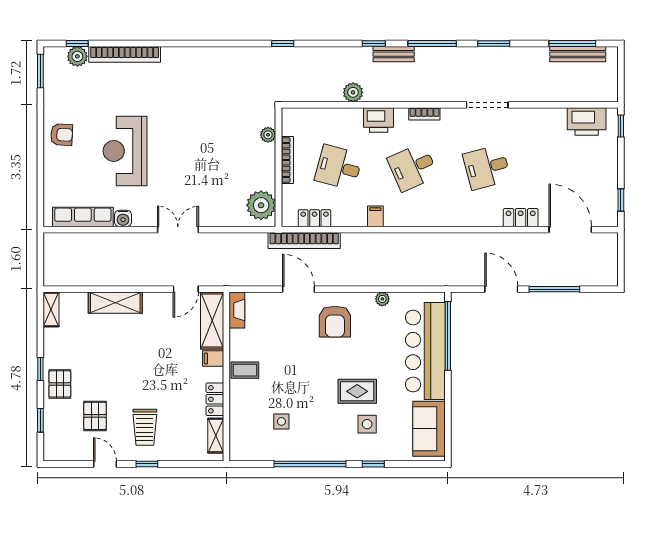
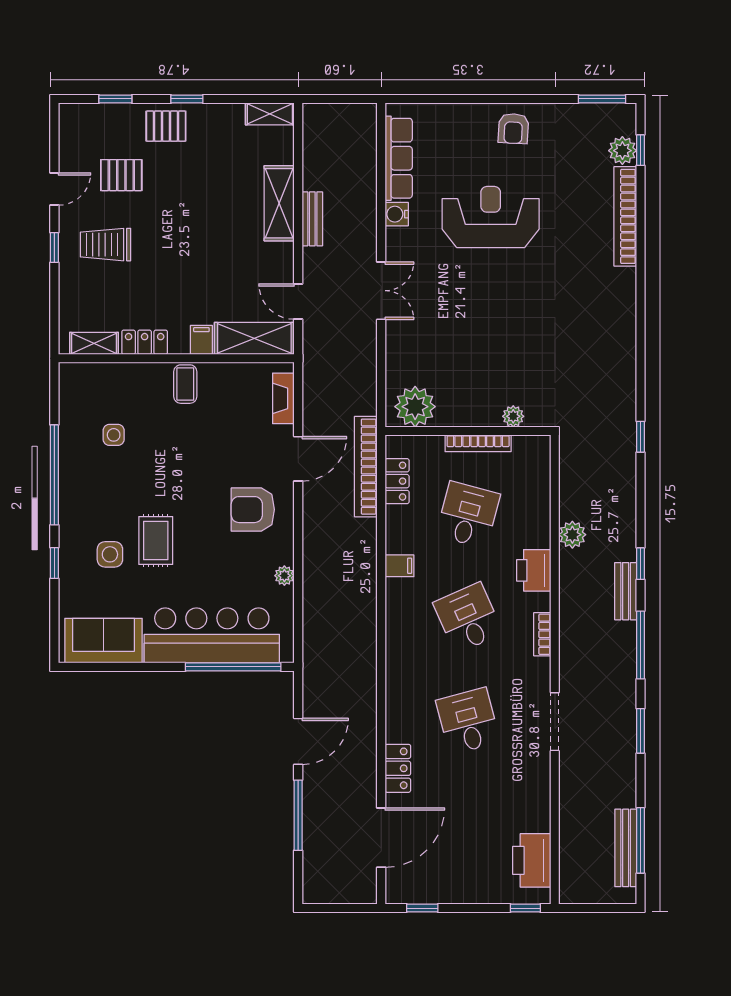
bench: (126, 279) -> (312, 219), added
fireplace: (237, 310) -> (283, 398), moved, turned 90

